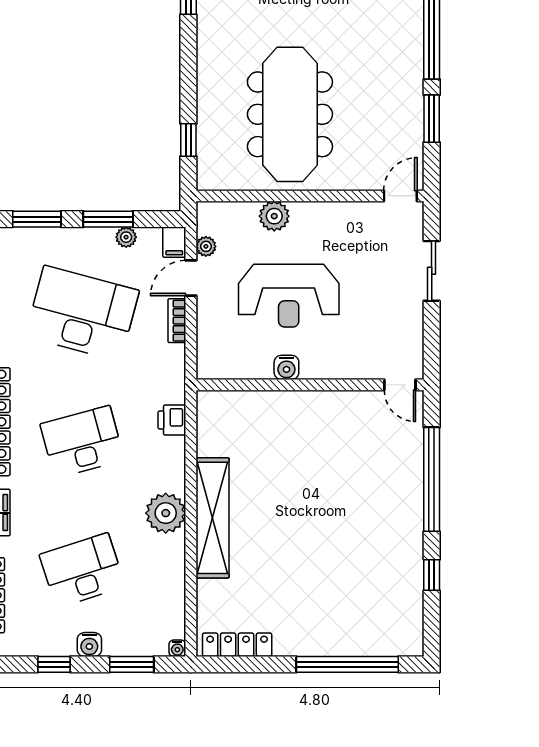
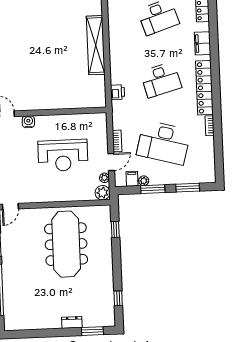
plant: (274, 216) -> (103, 193), moved
filing cabinet: (174, 242) -> (132, 179), moved
reception desk: (289, 296) -> (63, 155), turned 180
water cooler: (286, 367) -> (28, 122), moved
plant: (166, 513) -> (119, 47), removed

